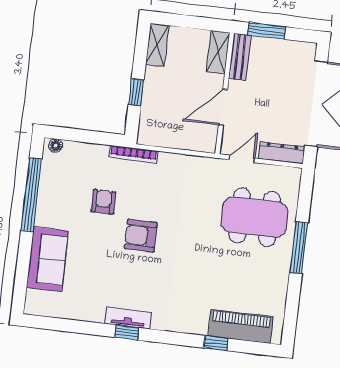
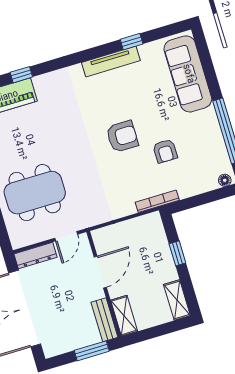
sofa: (47, 259) -> (188, 74), width x1.36
tv unit: (128, 318) -> (111, 61), width x1.41
window: (126, 332) -> (132, 42), moved

